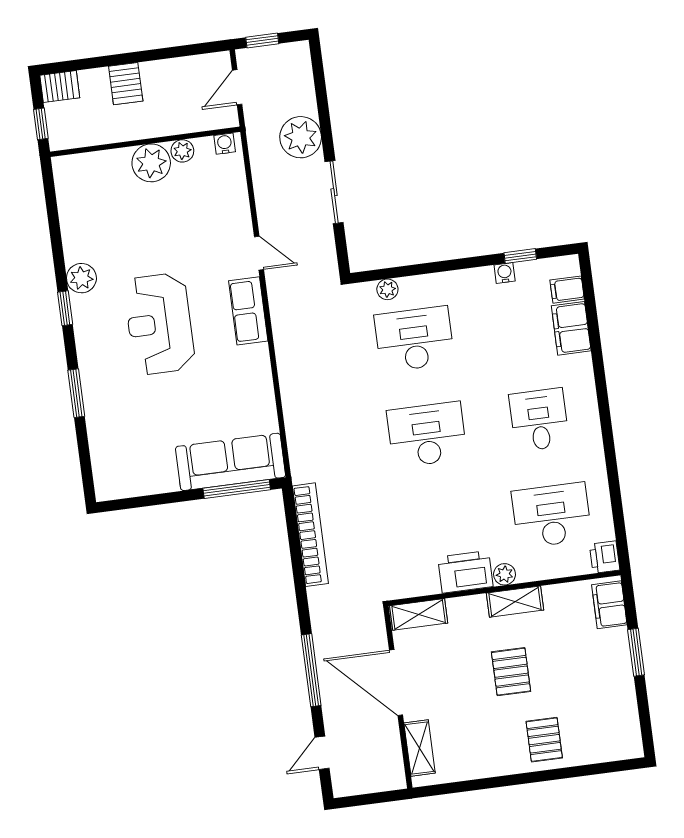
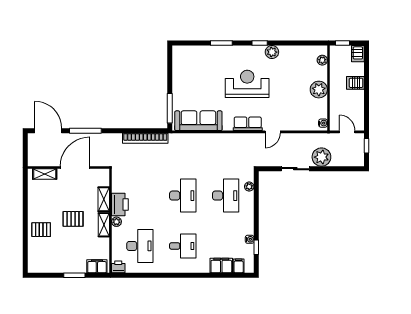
plant: (182, 151) -> (322, 60), moved
sofa: (231, 462) -> (198, 121), moved, turned -90
shelving: (419, 614) -> (104, 199), moved
door: (322, 753) -> (48, 131), width x1.87

